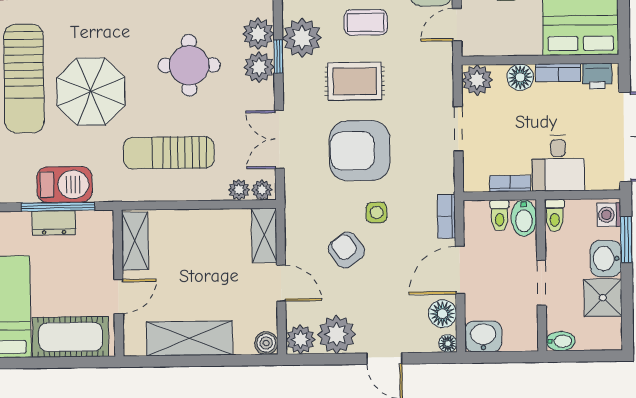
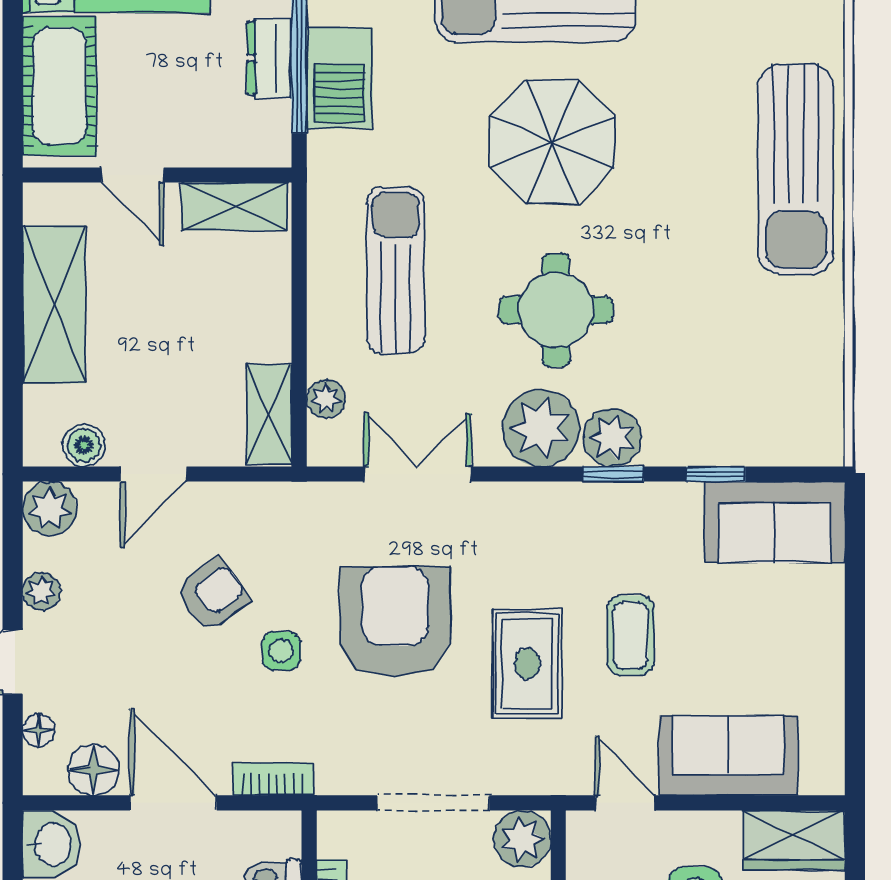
plant: (302, 38) -> (604, 518), removed
window: (278, 57) -> (613, 474), moved
plant: (259, 67) -> (541, 428), width x1.36, depth x1.36
rug: (355, 81) -> (527, 664), moved
parasol: (91, 92) -> (552, 142), moved
doorway: (458, 129) -> (433, 803), width x1.38
plant: (262, 190) -> (325, 441), removed
shelving: (264, 235) -> (269, 414), moved, turned 90
plant: (337, 334) -> (41, 591), width x0.53, depth x0.53
boiler: (266, 343) -> (84, 445), moved
floor lamp: (448, 343) -> (39, 730), moved

